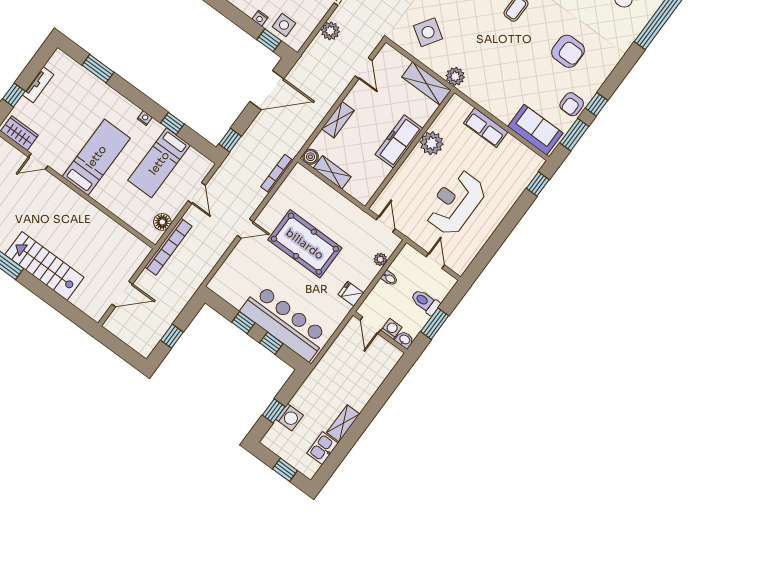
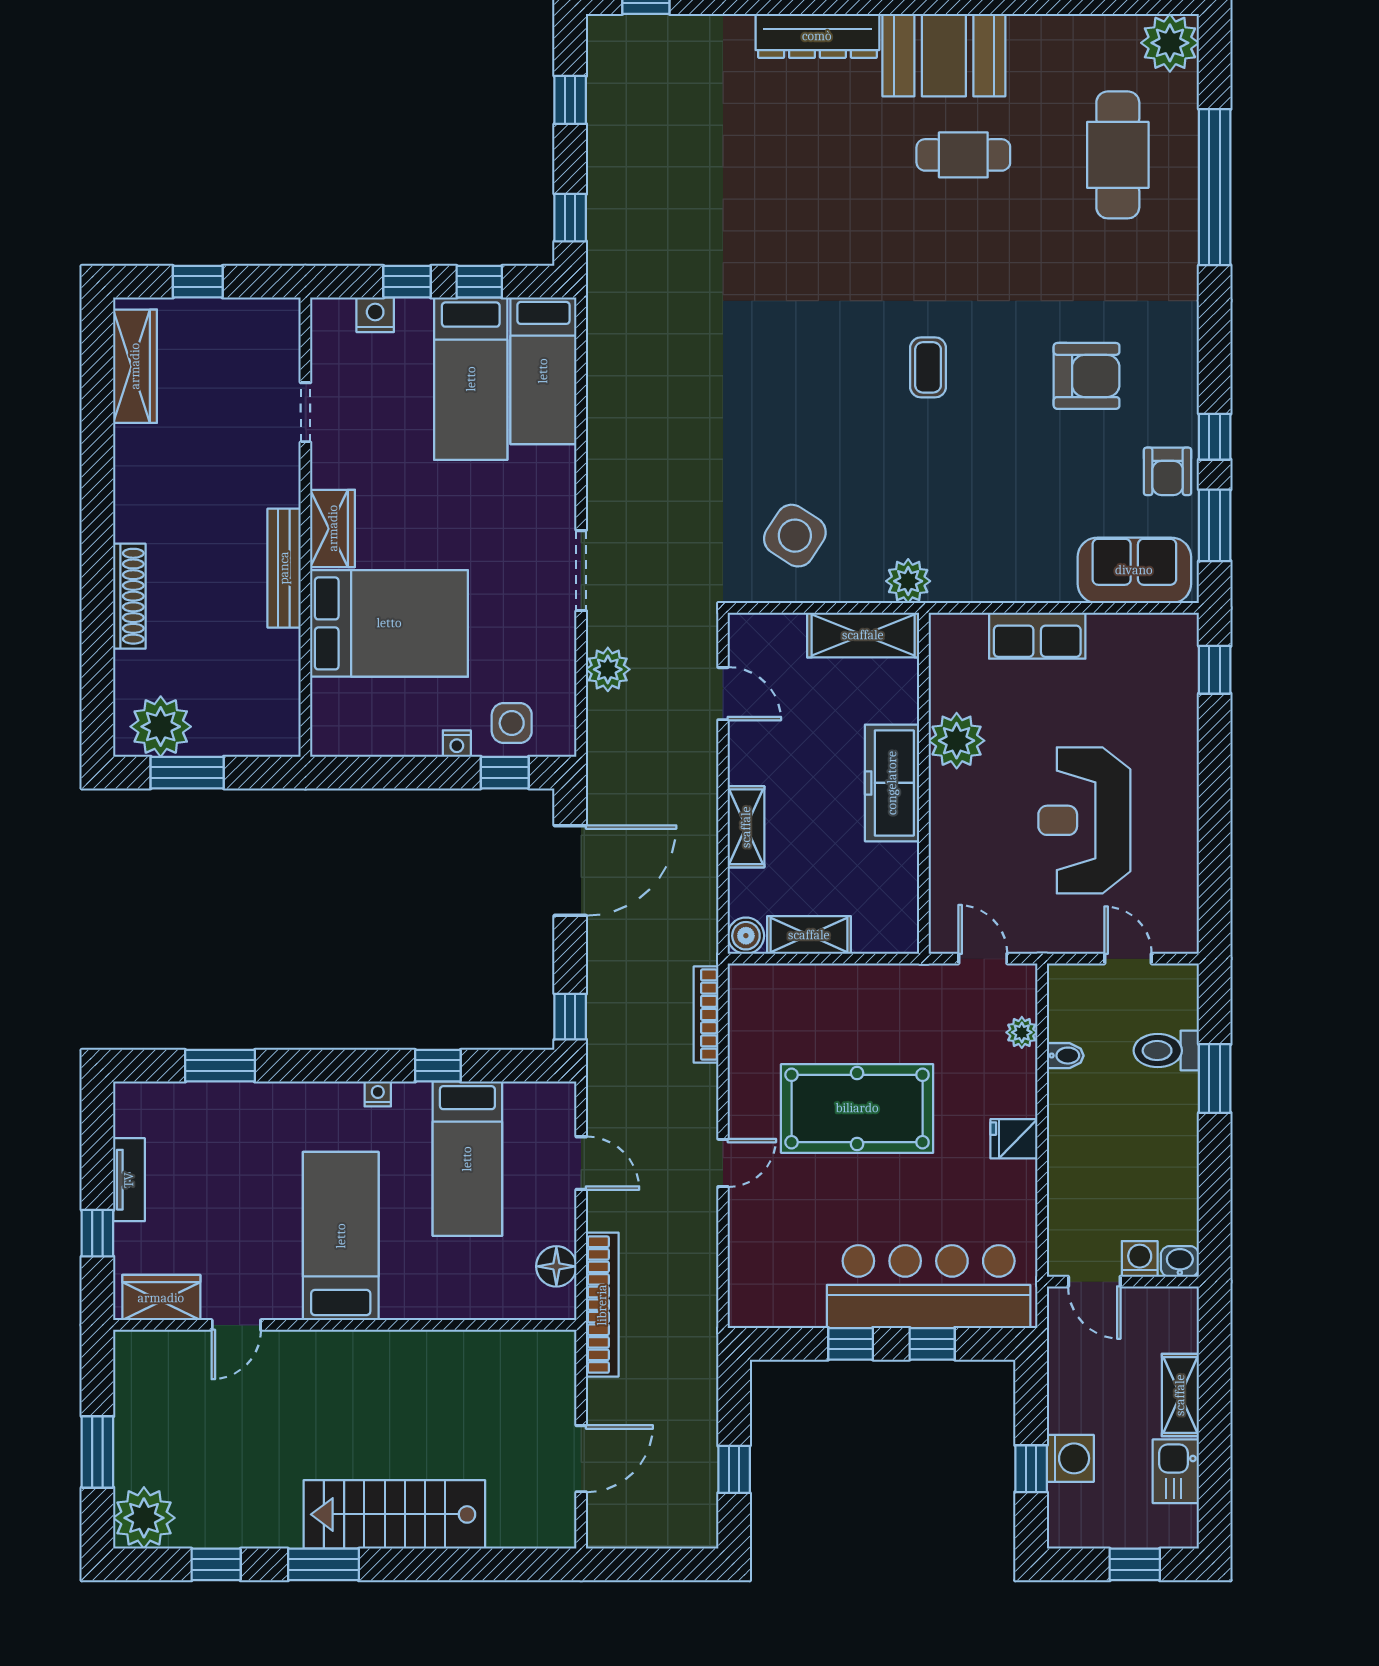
door: (370, 325) -> (1094, 1282), moved
washing machine: (391, 329) -> (1140, 1259), moved
wall: (380, 332) -> (1123, 1282), moved
washbasin: (405, 340) -> (1180, 1261), moved

